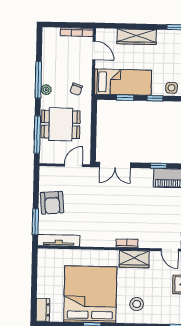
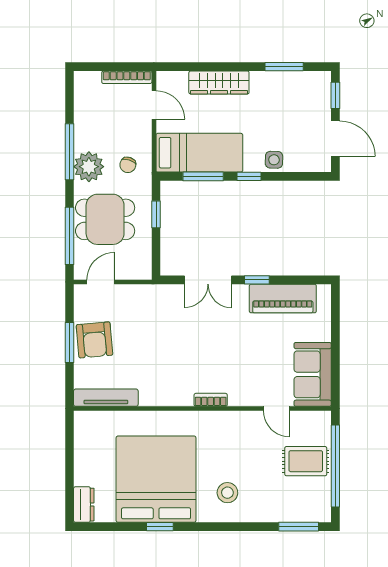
plant: (46, 90) -> (89, 167), width x1.87, depth x1.87
window: (125, 98) -> (203, 176), width x1.50
window: (94, 122) -> (156, 214), added
door: (73, 165) -> (101, 282), moved
double door: (115, 165) -> (208, 280), moved
window: (35, 222) -> (69, 342), moved
wardrobe: (134, 259) -> (222, 424), removed

